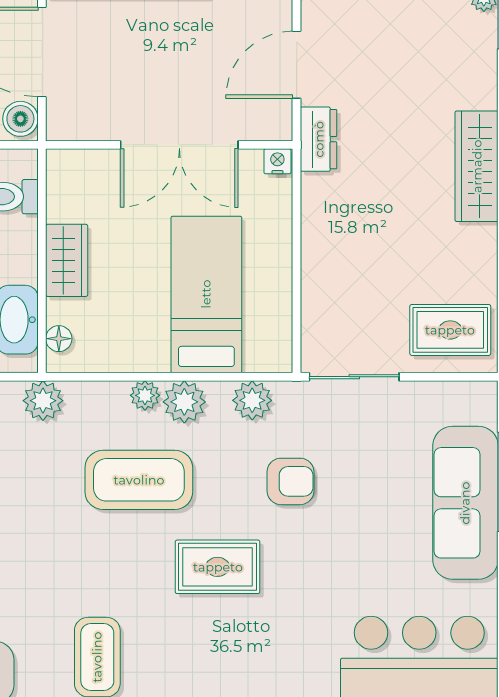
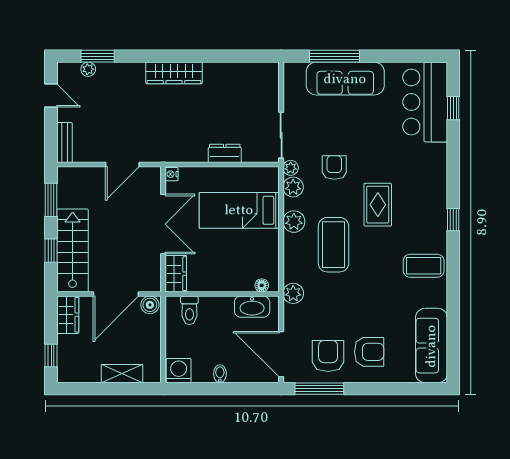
door: (297, 65) -> (122, 164), hinge flipped
dresser: (319, 139) -> (225, 153), moved
wardrobe: (67, 260) -> (176, 274), moved, turned 90
rug: (450, 330) -> (257, 86), removed
plant: (145, 395) -> (291, 168), moved

